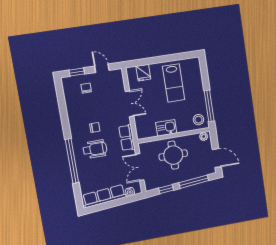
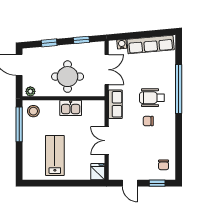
fridge: (143, 73) -> (98, 172), moved
chair: (86, 88) -> (164, 165), moved
window: (194, 182) -> (49, 43), width x0.46

